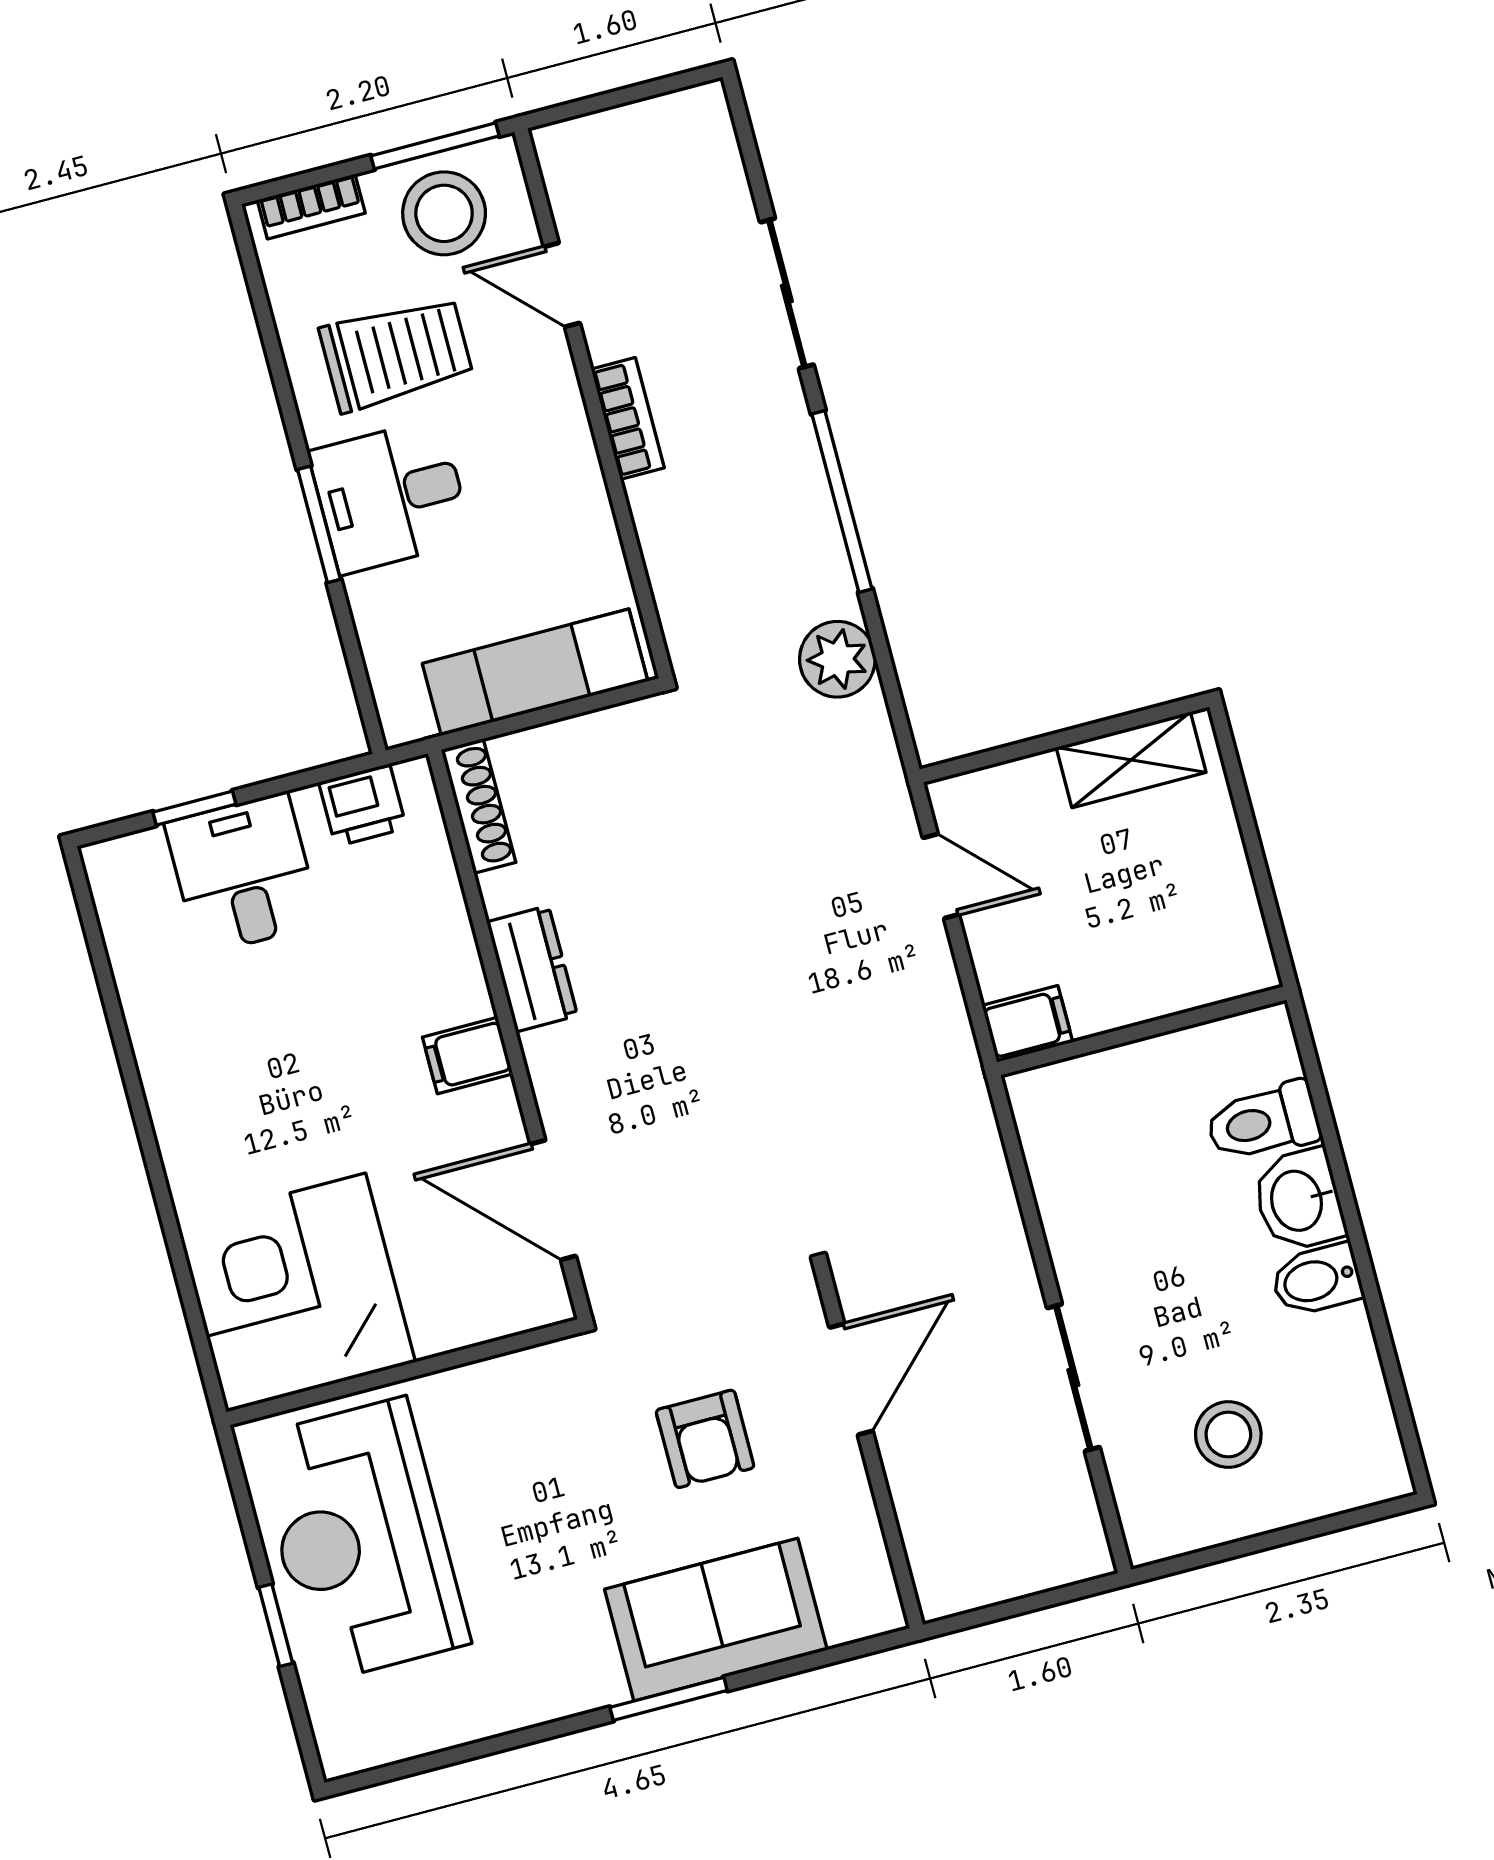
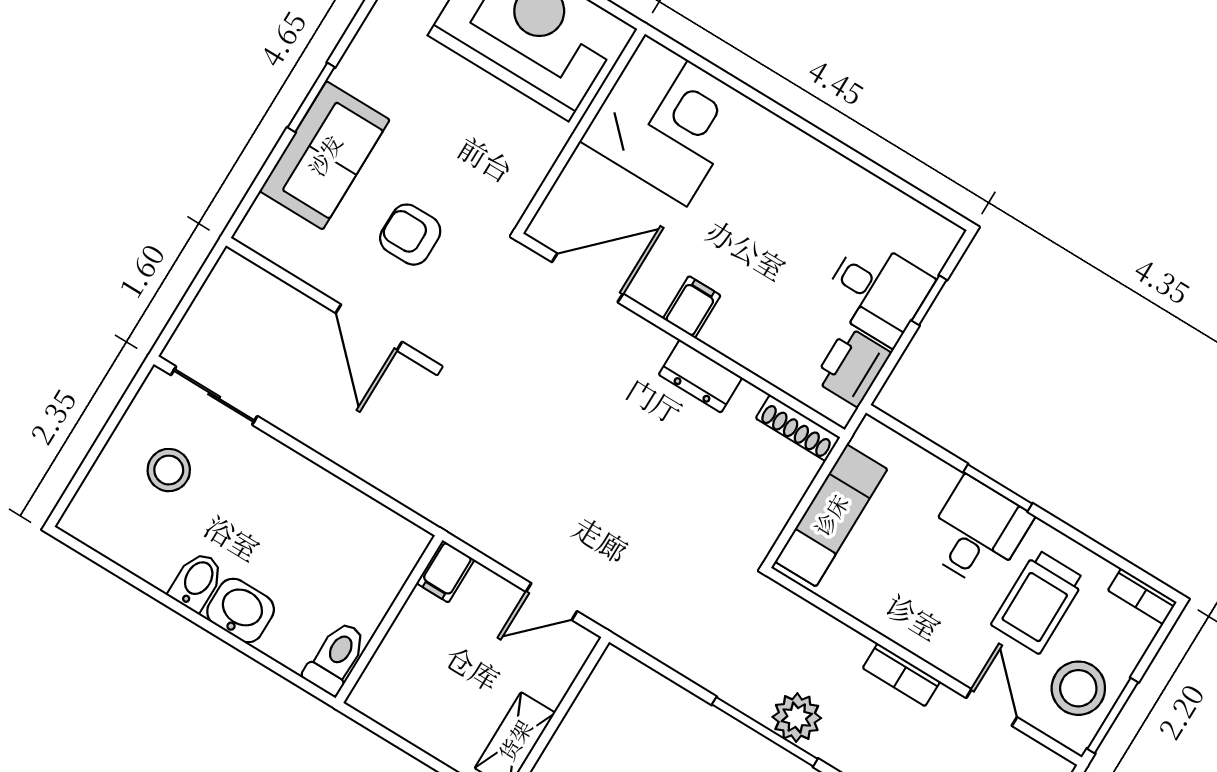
bookcase: (311, 207) -> (1142, 596), moved, turned -90
door: (562, 285) -> (992, 708), hinge flipped
plant: (837, 659) -> (797, 717), moved
printer: (363, 805) -> (852, 367), width x1.36, depth x1.24
toilet: (1263, 1122) -> (336, 658), moved
sliding door: (1073, 1378) -> (214, 396), moved

